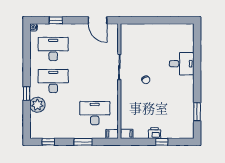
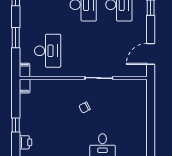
printer: (155, 133) -> (25, 142), moved

